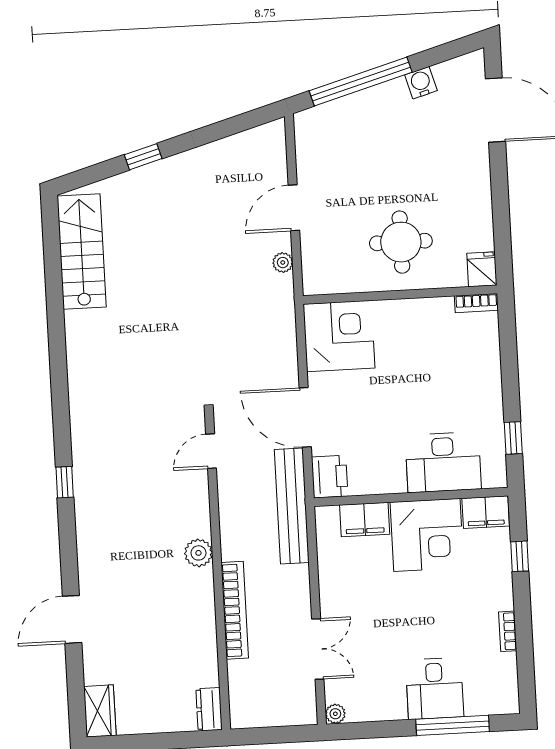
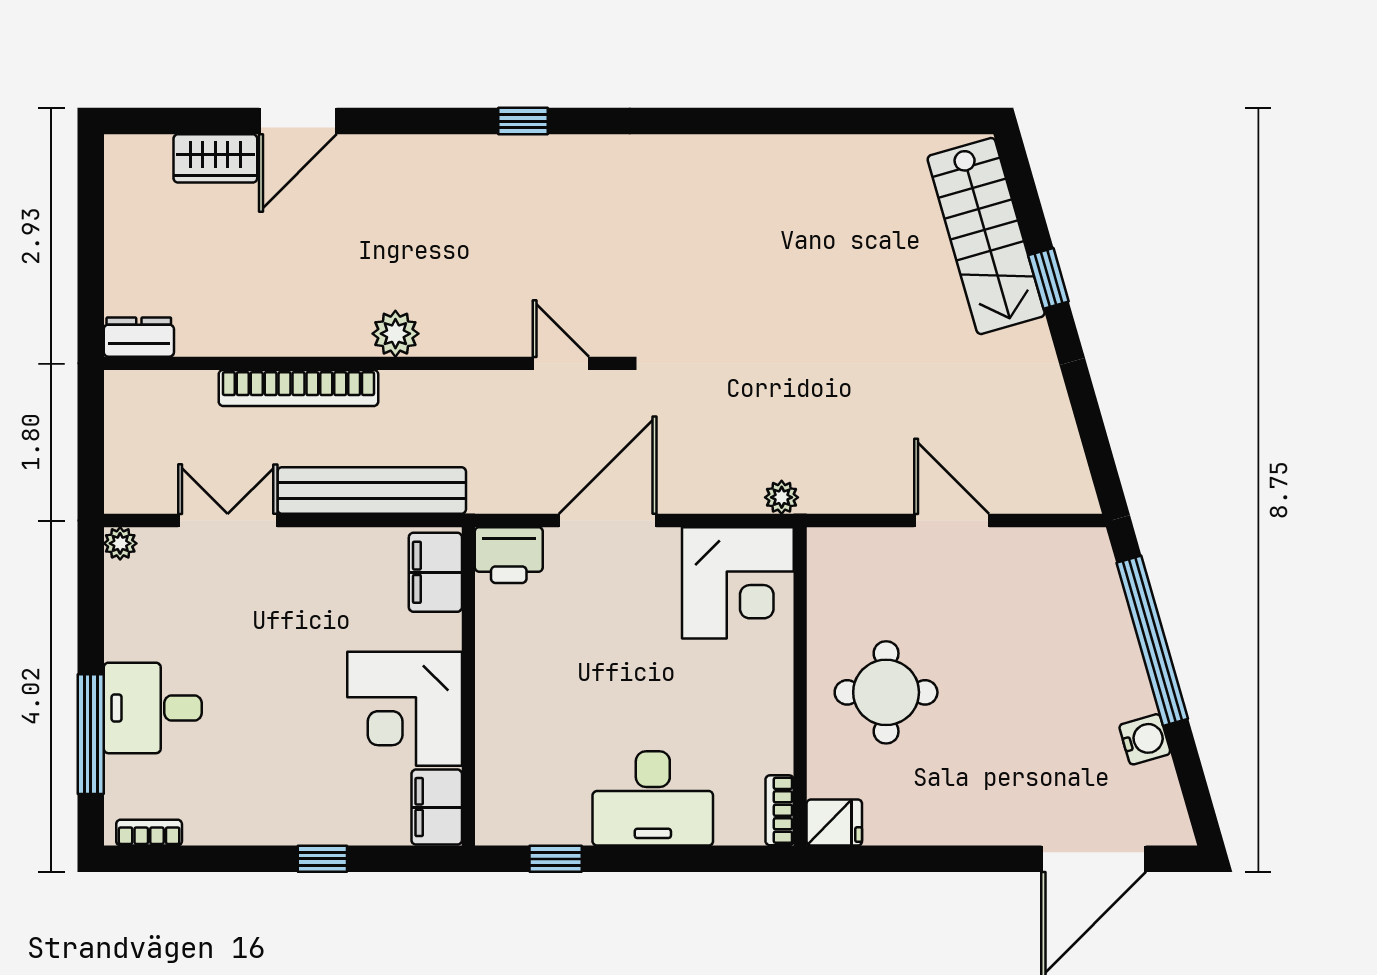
stairs: (82, 252) -> (986, 236), moved, turned 74
plant: (283, 263) -> (782, 497), moved
desk: (443, 462) -> (653, 798), moved, turned -90
bench: (292, 506) -> (372, 491), moved
filing cabinet: (365, 519) -> (435, 572), moved
window: (520, 556) -> (322, 859), moved
door: (72, 619) -> (298, 121), swing flipped
bookcase: (508, 631) -> (149, 833), moved
double door: (318, 649) -> (228, 520), swing flipped
wardrobe: (100, 711) -> (215, 158), moved

